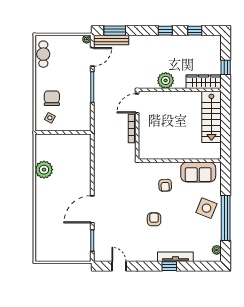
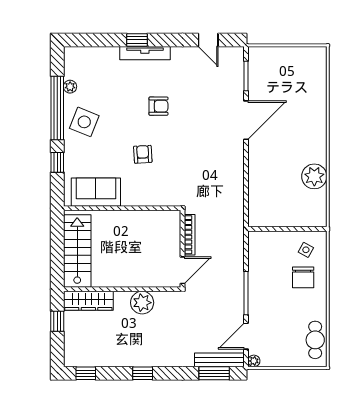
window: (195, 31) -> (86, 373), moved
wall: (180, 161) -> (122, 208), moved
sofa: (198, 172) -> (96, 192), moved
window: (226, 180) -> (57, 162), added
armchair: (154, 219) -> (158, 106), turned -90
plant: (217, 250) -> (70, 87), moved
tv unit: (175, 257) -> (145, 53), moved

